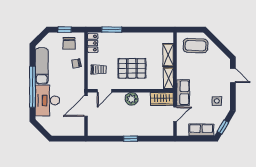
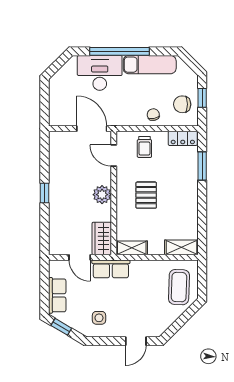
shelving: (168, 55) -> (181, 247), moved
pallet: (132, 68) -> (146, 195), width x0.67, depth x0.71

